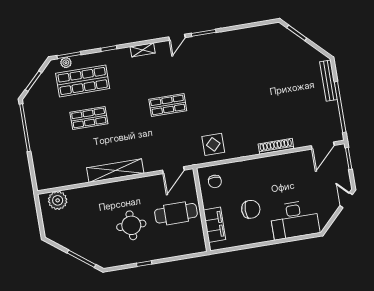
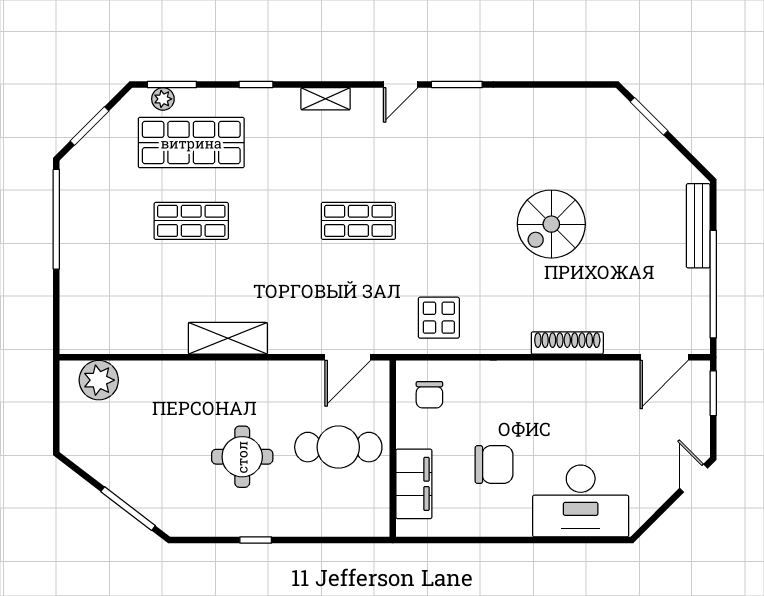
spiral stairs: (259, 91) -> (551, 224), added
shelving: (115, 171) -> (228, 338), width x0.68

